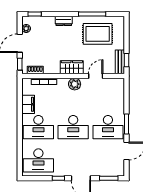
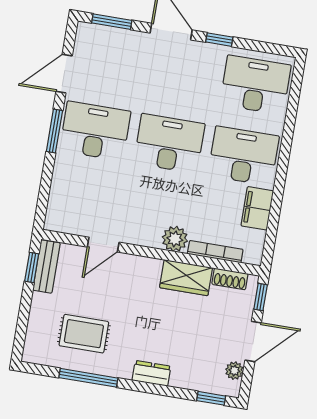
rug: (98, 34) -> (84, 334), width x0.73, depth x0.70
wardrobe: (72, 67) -> (186, 278), moved
plant: (75, 84) -> (175, 239), moved

